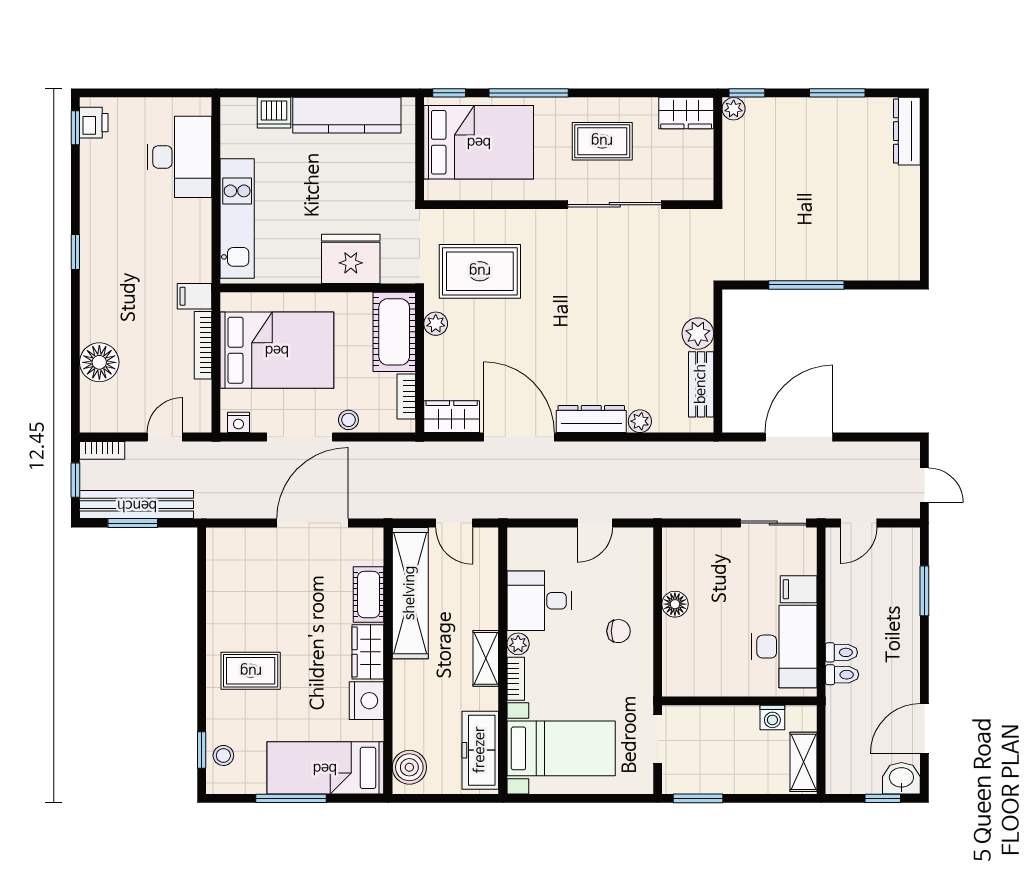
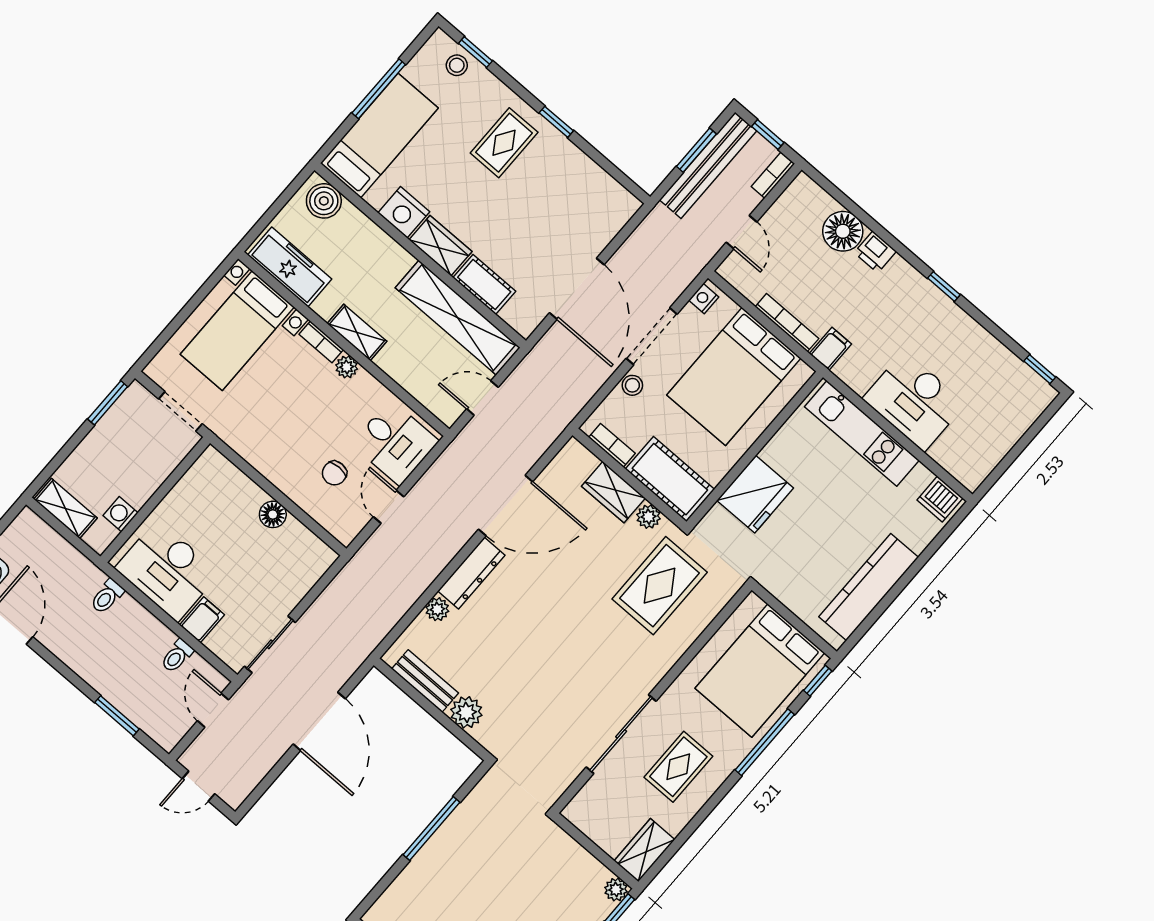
dishwasher: (274, 113) -> (940, 499), moved, turned -90
printer: (94, 123) -> (875, 252), moved
desk: (180, 157) -> (914, 401), moved
wardrobe: (452, 417) -> (613, 492), moved, turned 90
desk: (539, 601) -> (395, 443), moved, turned 90
chair: (619, 631) -> (334, 473), moved
window: (202, 645) -> (556, 122), added
toilet: (841, 652) -> (177, 656), moved

